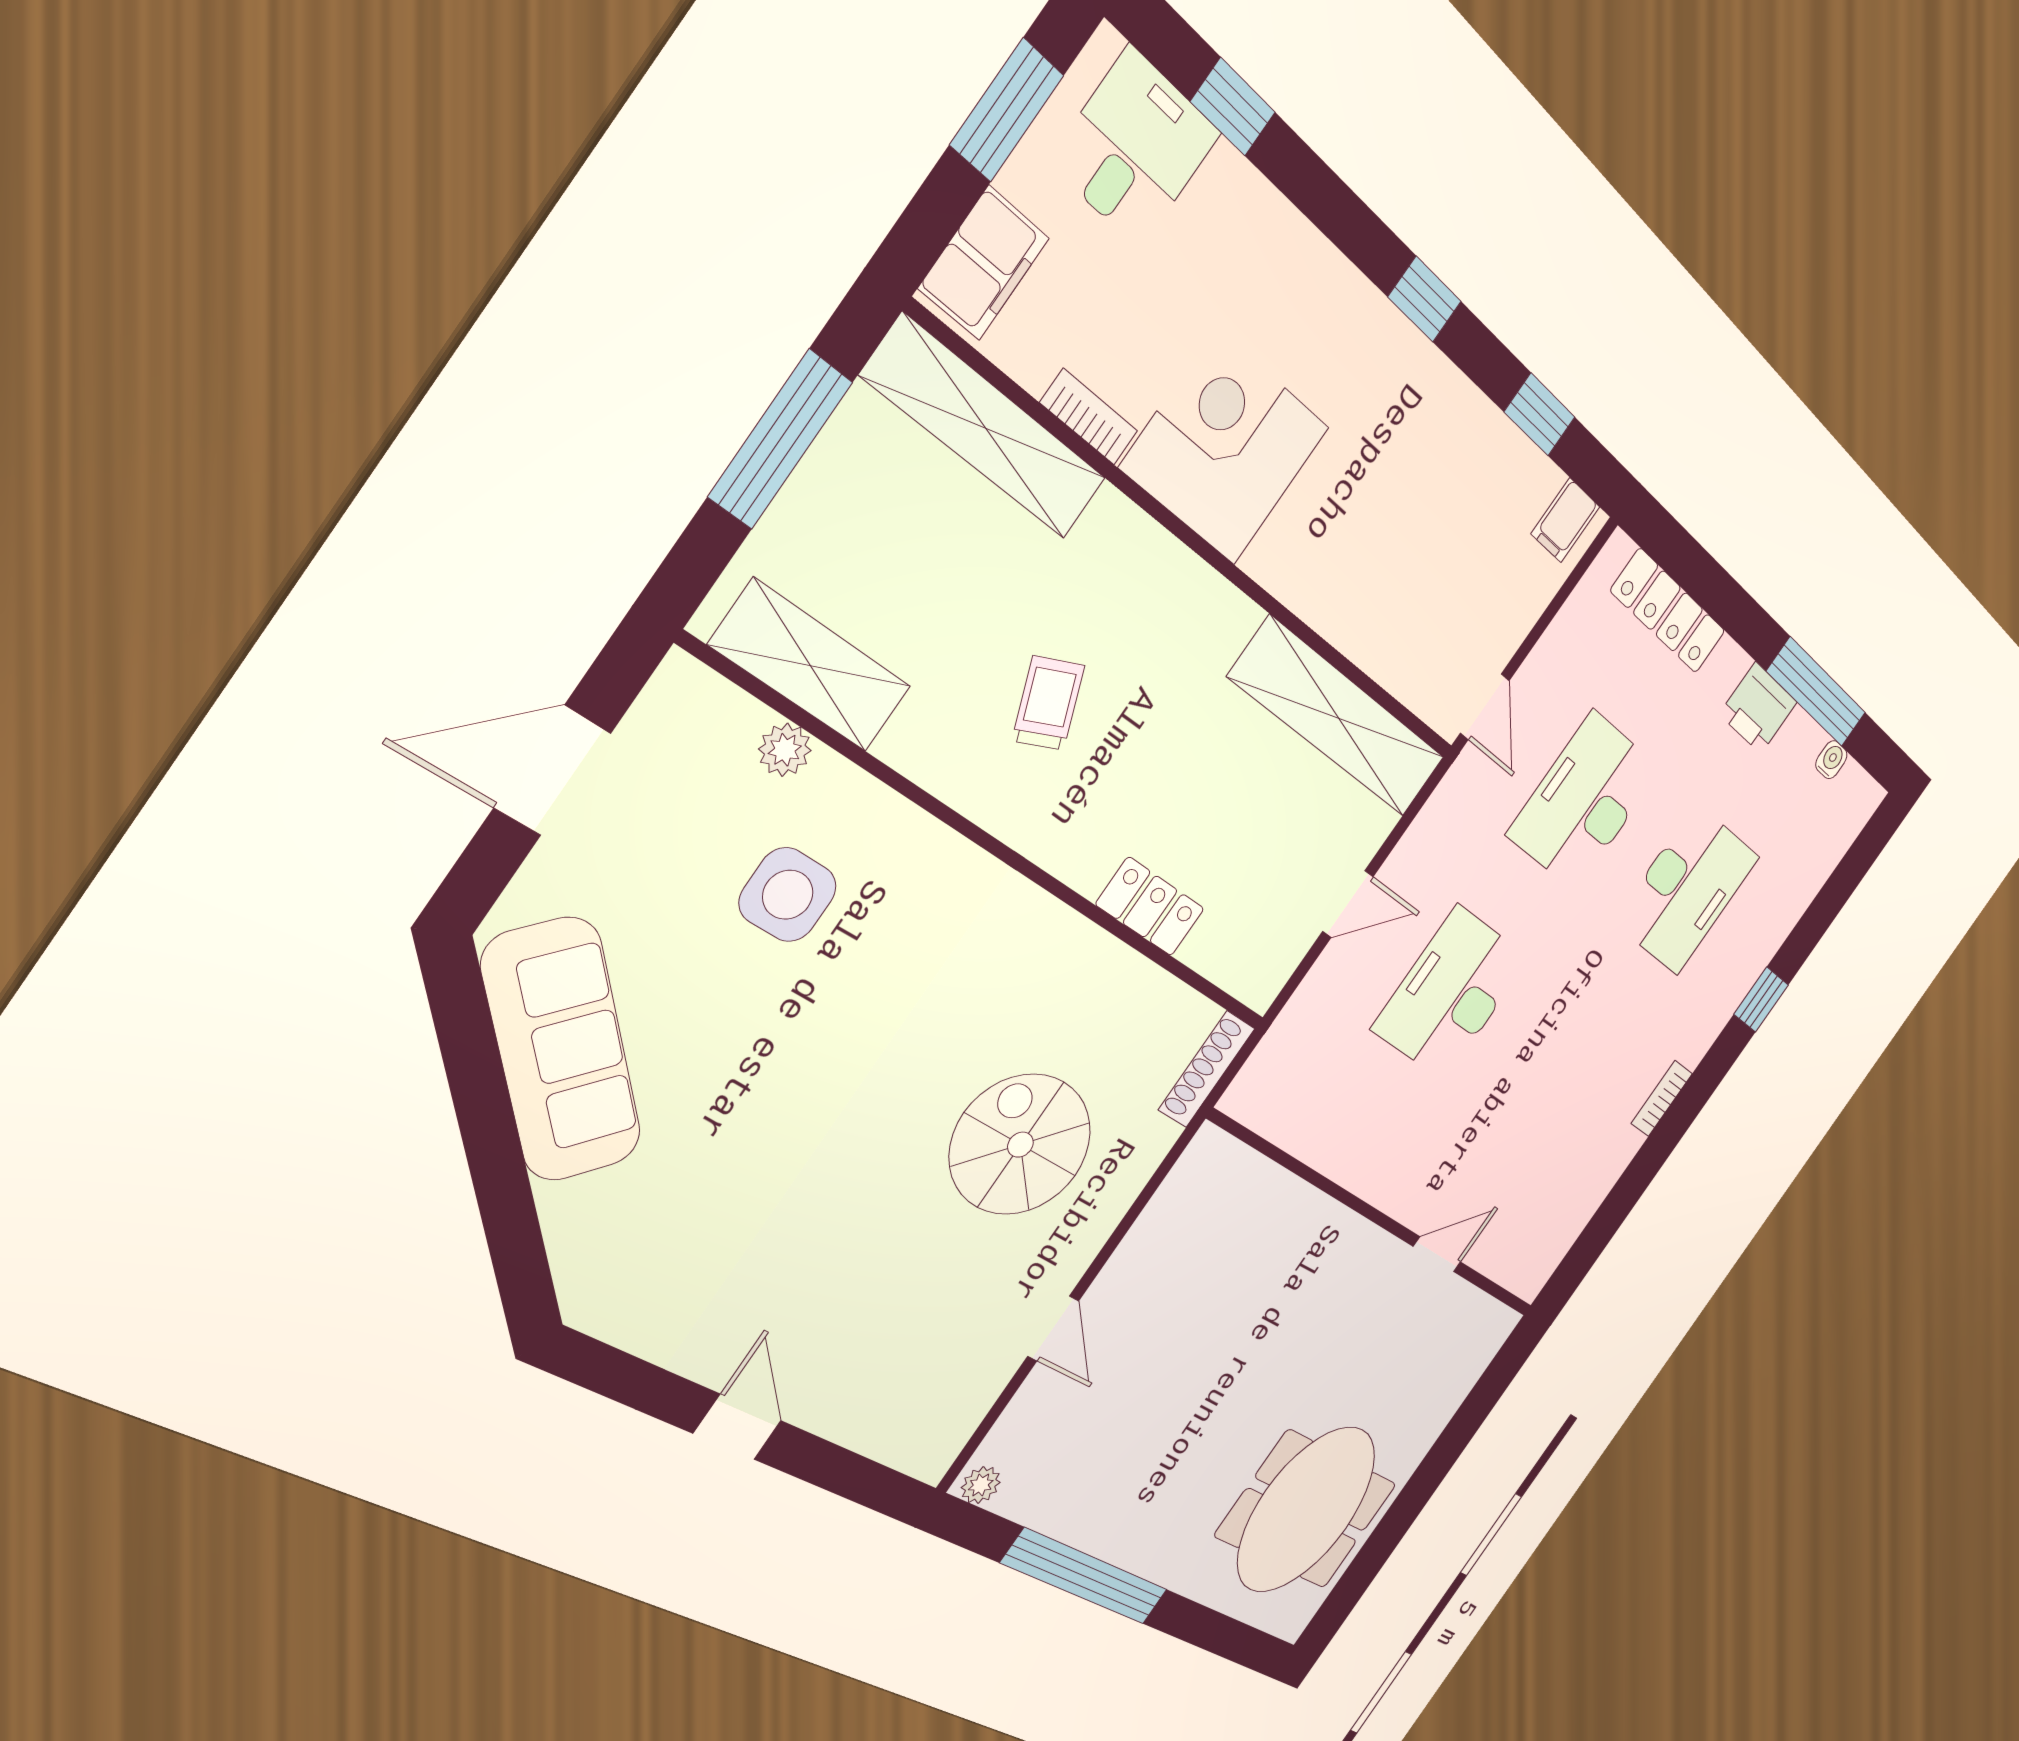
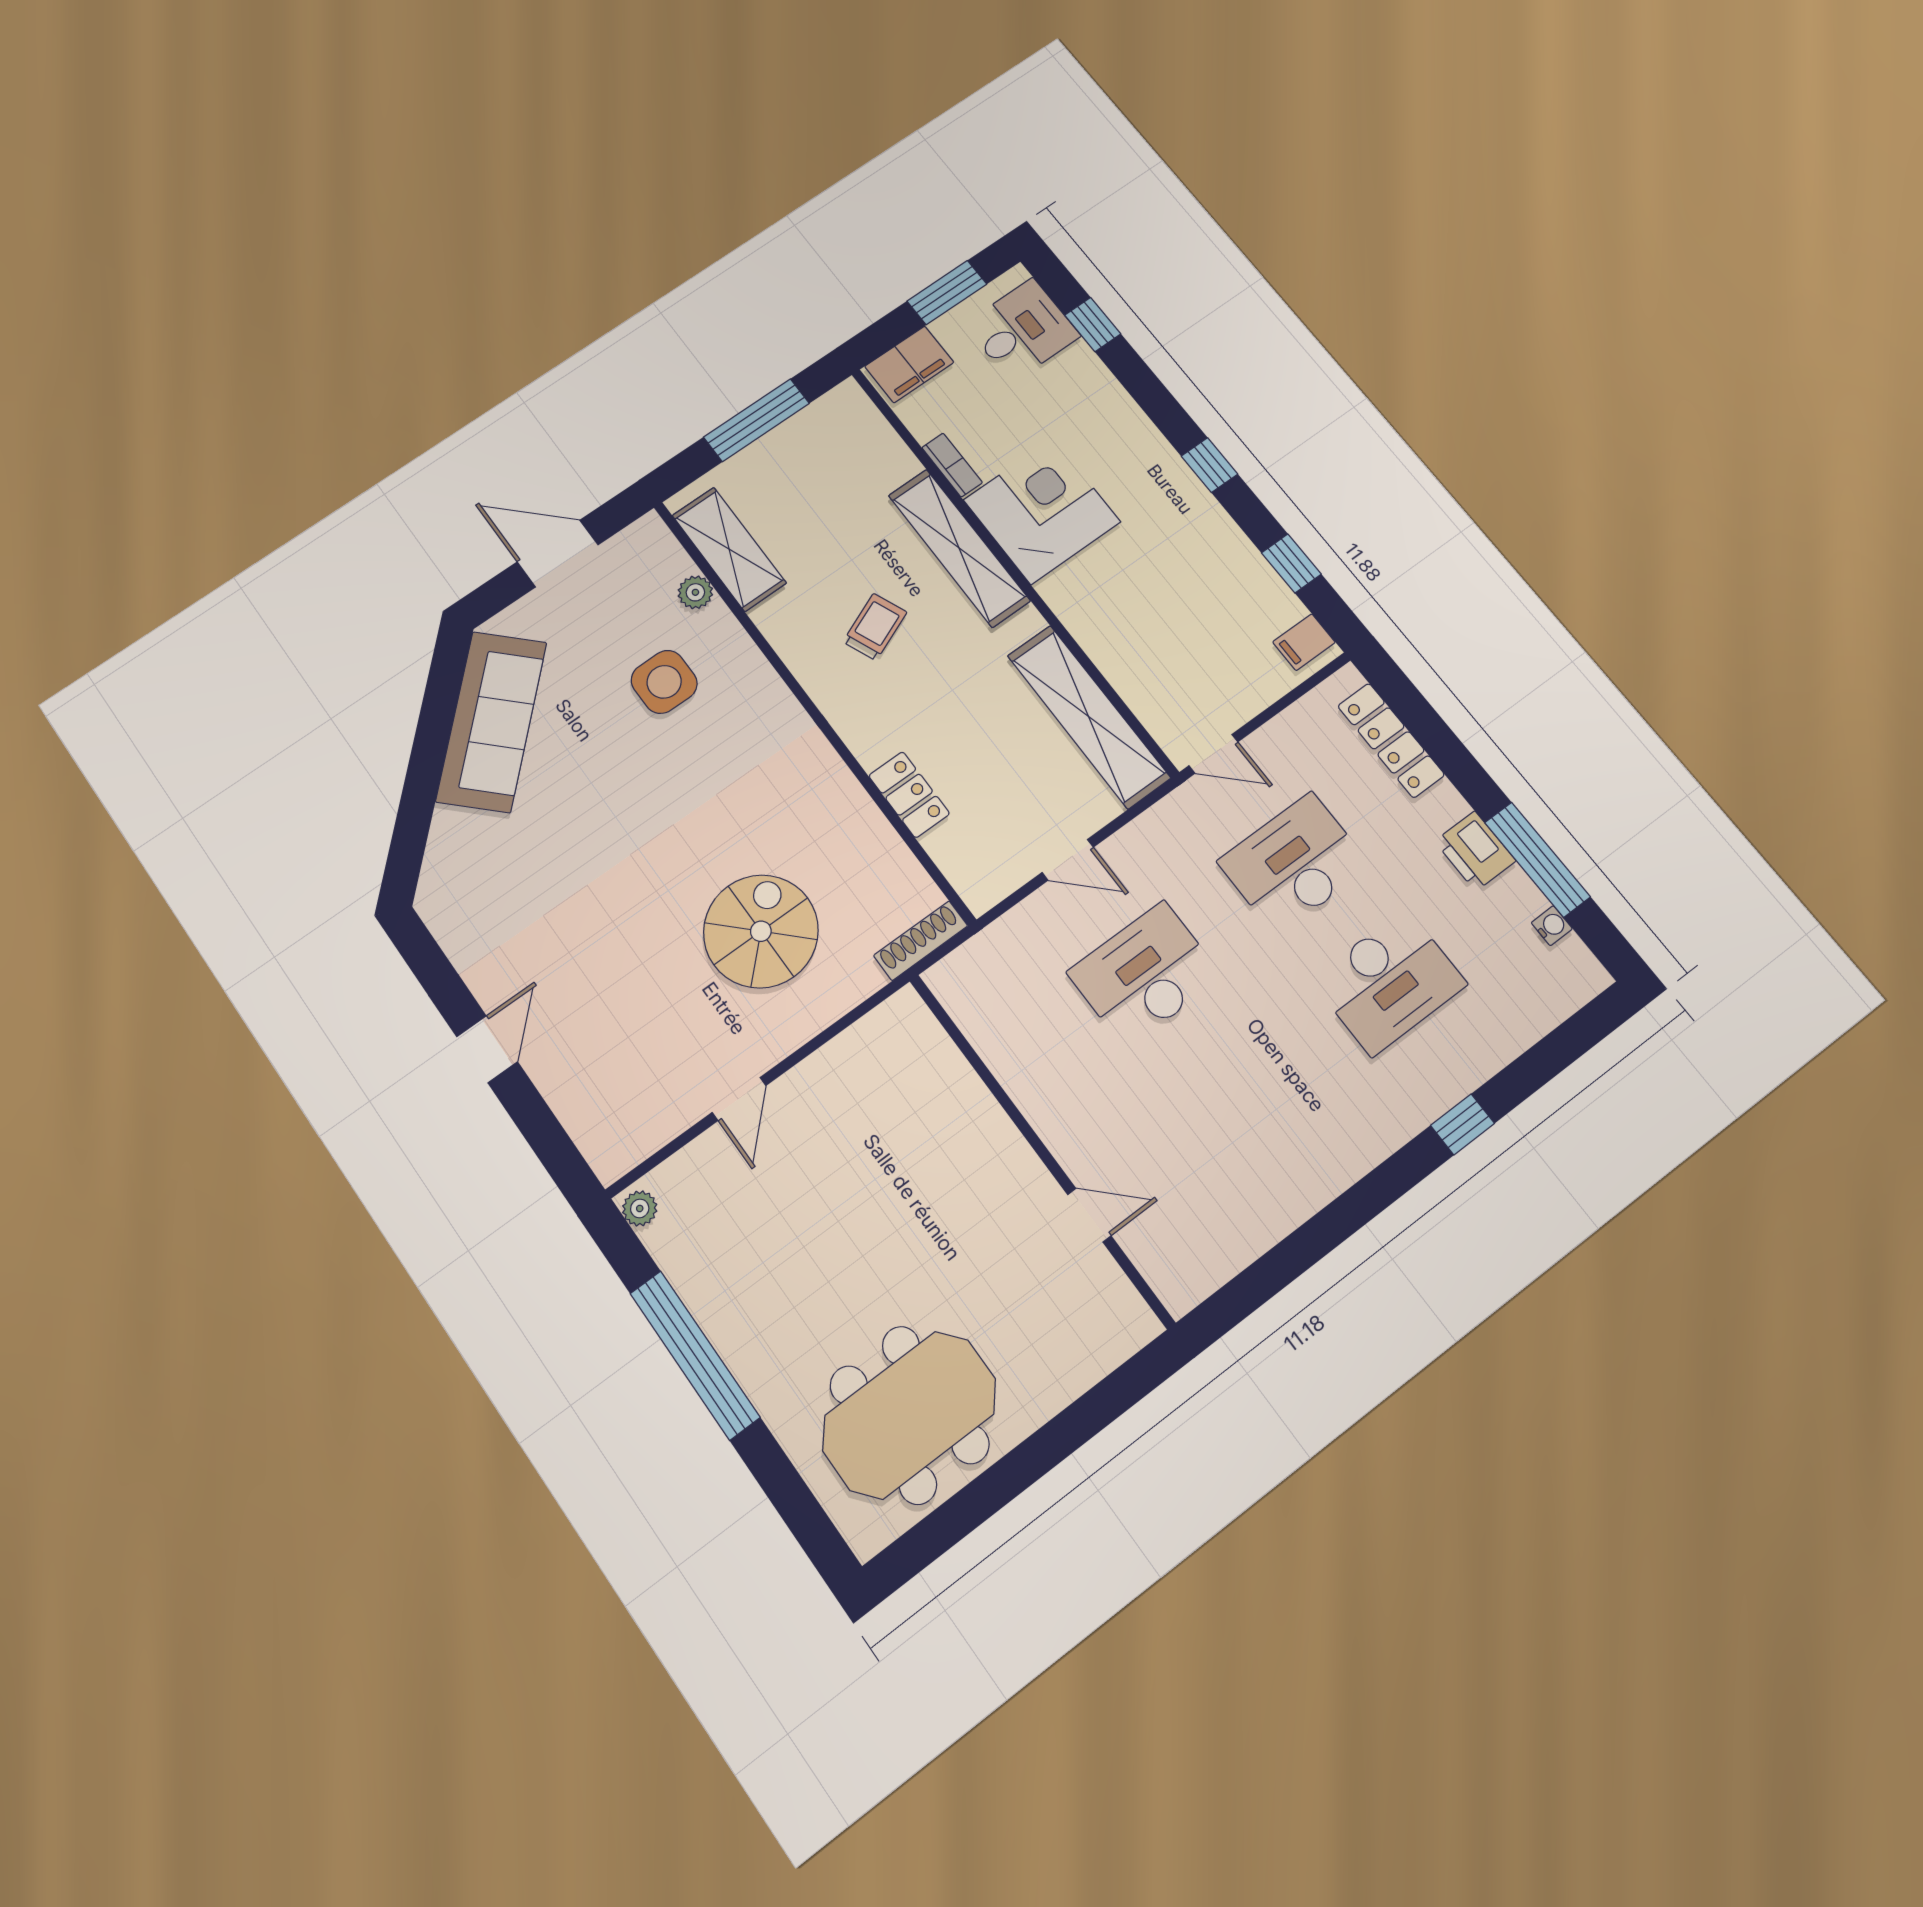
shelving: (986, 428) -> (959, 548), moved
door: (1485, 707) -> (1213, 754), hinge flipped
bookcase: (1662, 1098) -> (1344, 1174), removed

